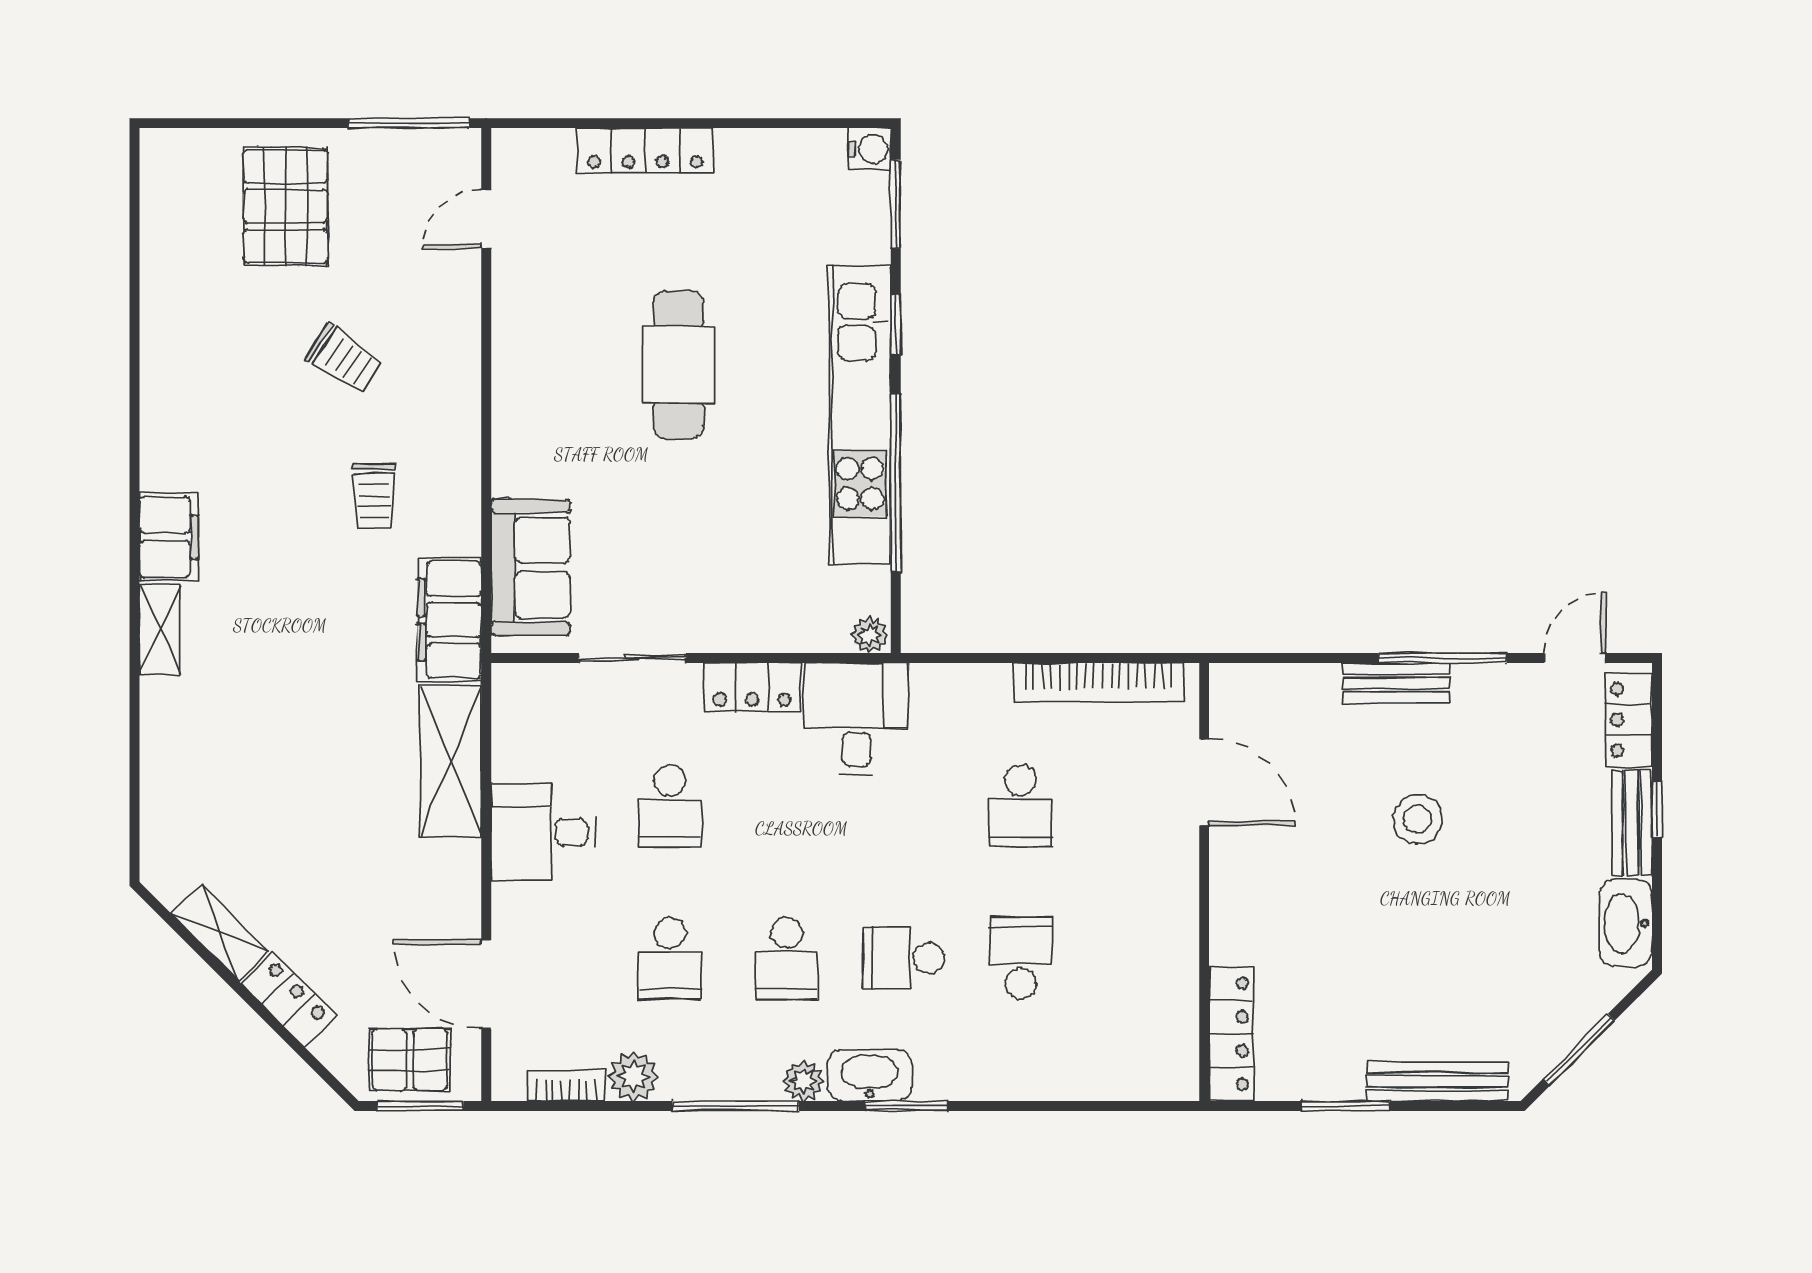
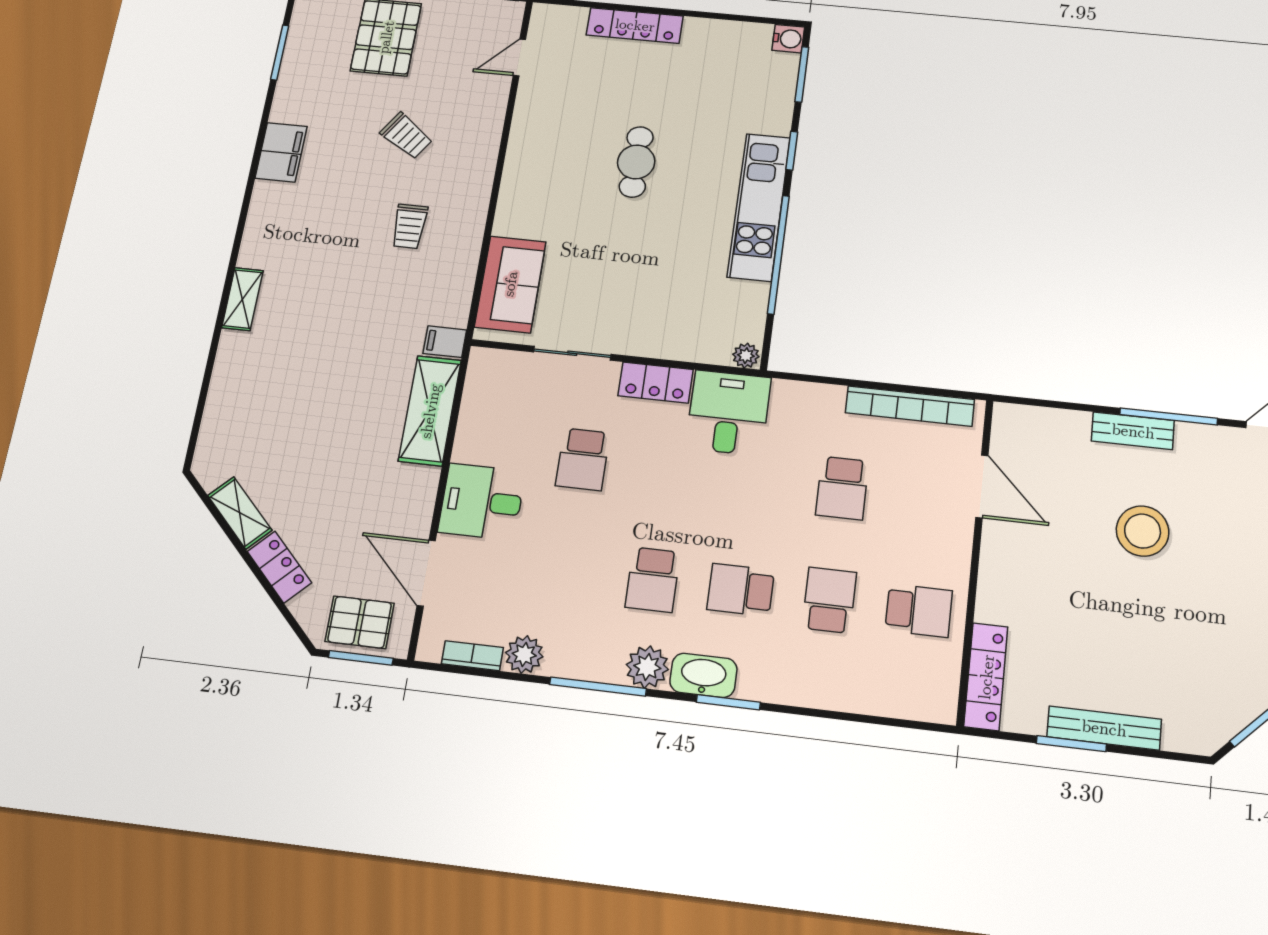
window: (134, 247) -> (280, 52), added
cafe table: (679, 365) -> (636, 162), width x0.73, depth x0.74
kitchen unit: (860, 415) -> (759, 207), width x0.73
filing cabinet: (169, 537) -> (281, 152), moved
filing cabinet: (449, 620) -> (445, 342), width x0.33, depth x0.86
stool: (1418, 819) -> (1143, 531), width x1.38, depth x1.38
desk: (543, 832) -> (482, 502), moved
school desk: (670, 958) -> (919, 610), moved, turned -90
plant: (803, 1081) -> (647, 667), width x1.38, depth x1.38
bench: (1437, 1081) -> (1104, 728), moved

